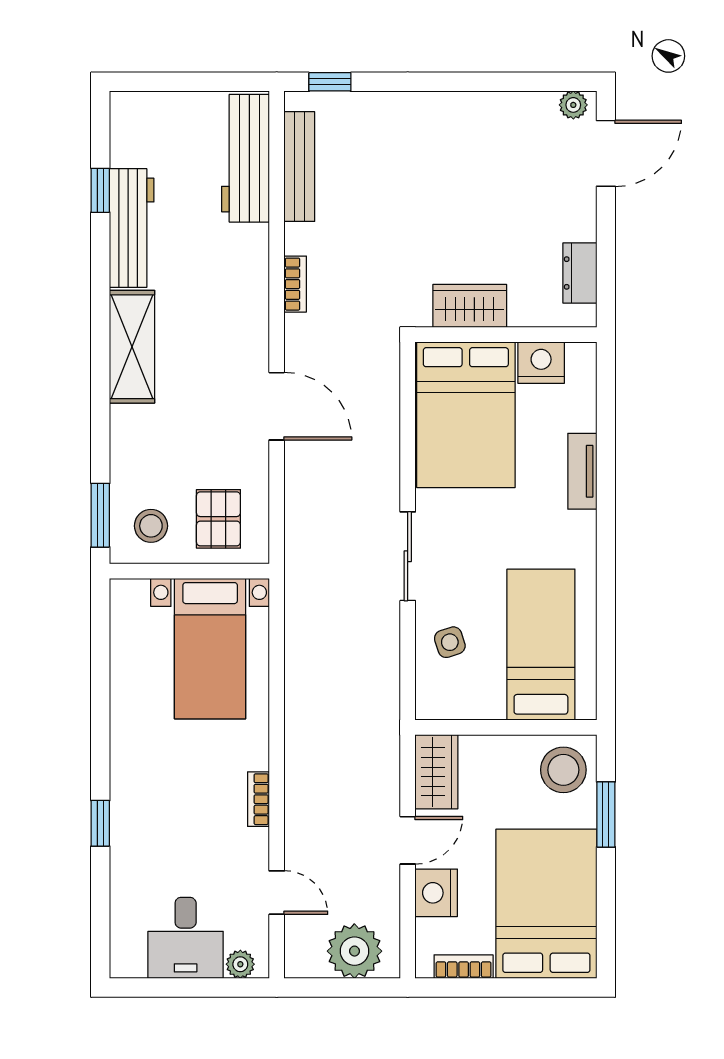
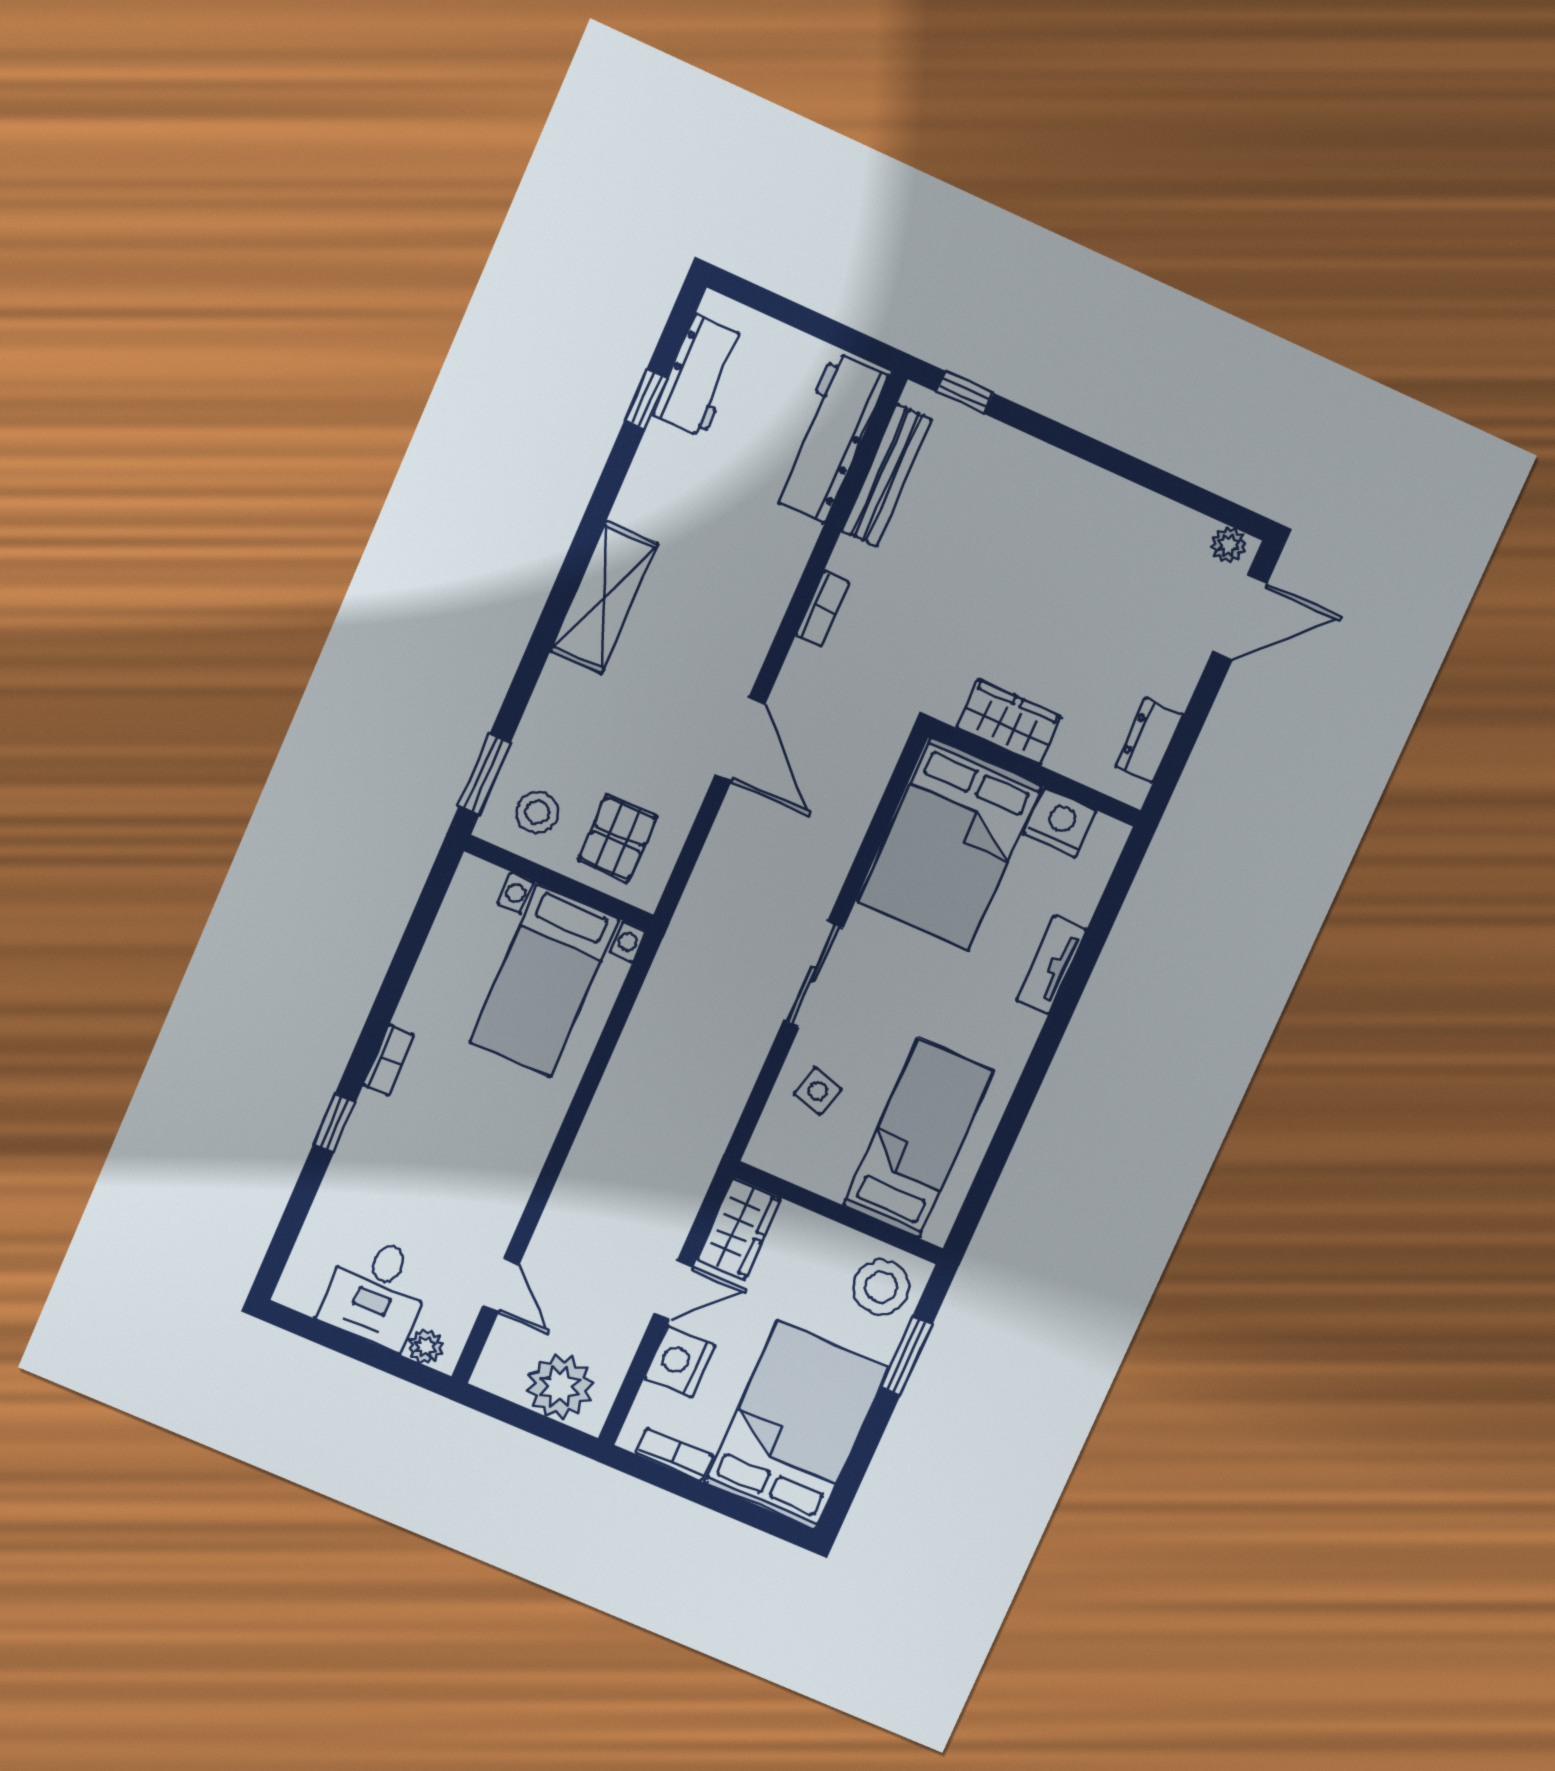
workbench: (132, 228) -> (700, 376), moved, width x0.73
side table: (450, 642) -> (818, 1091), turned 34
bookcase: (259, 799) -> (389, 1060), moved, turned 180

